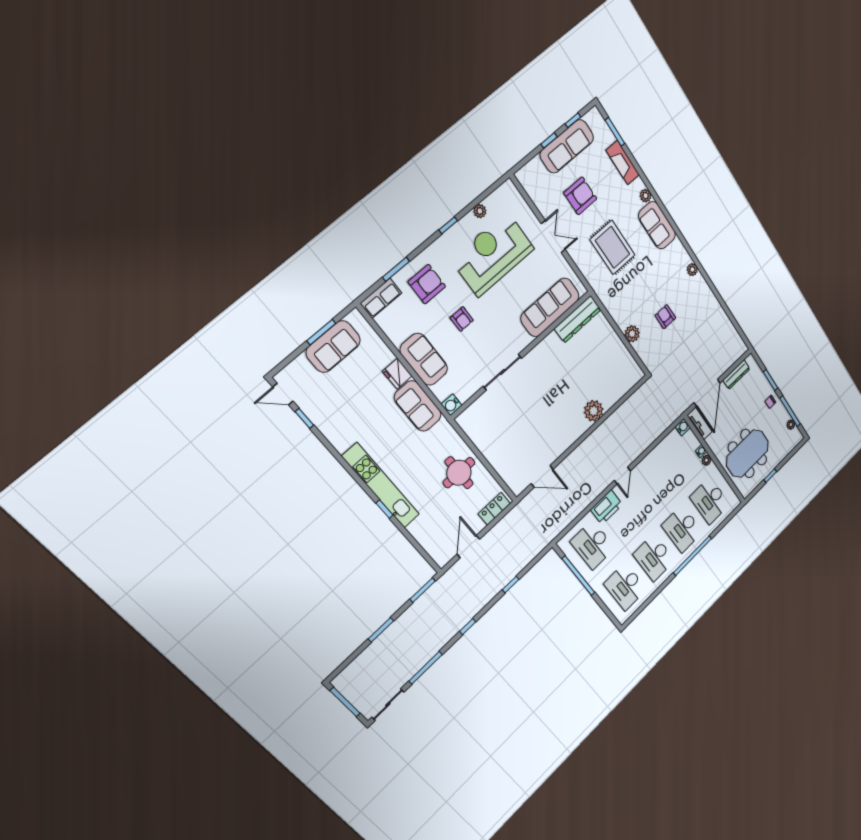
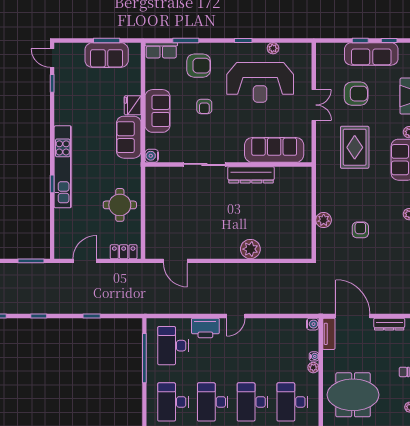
reception desk: (493, 254) -> (260, 82), turned 180
dresser: (578, 319) -> (251, 175), moved
door: (707, 393) -> (353, 316), swing flipped

